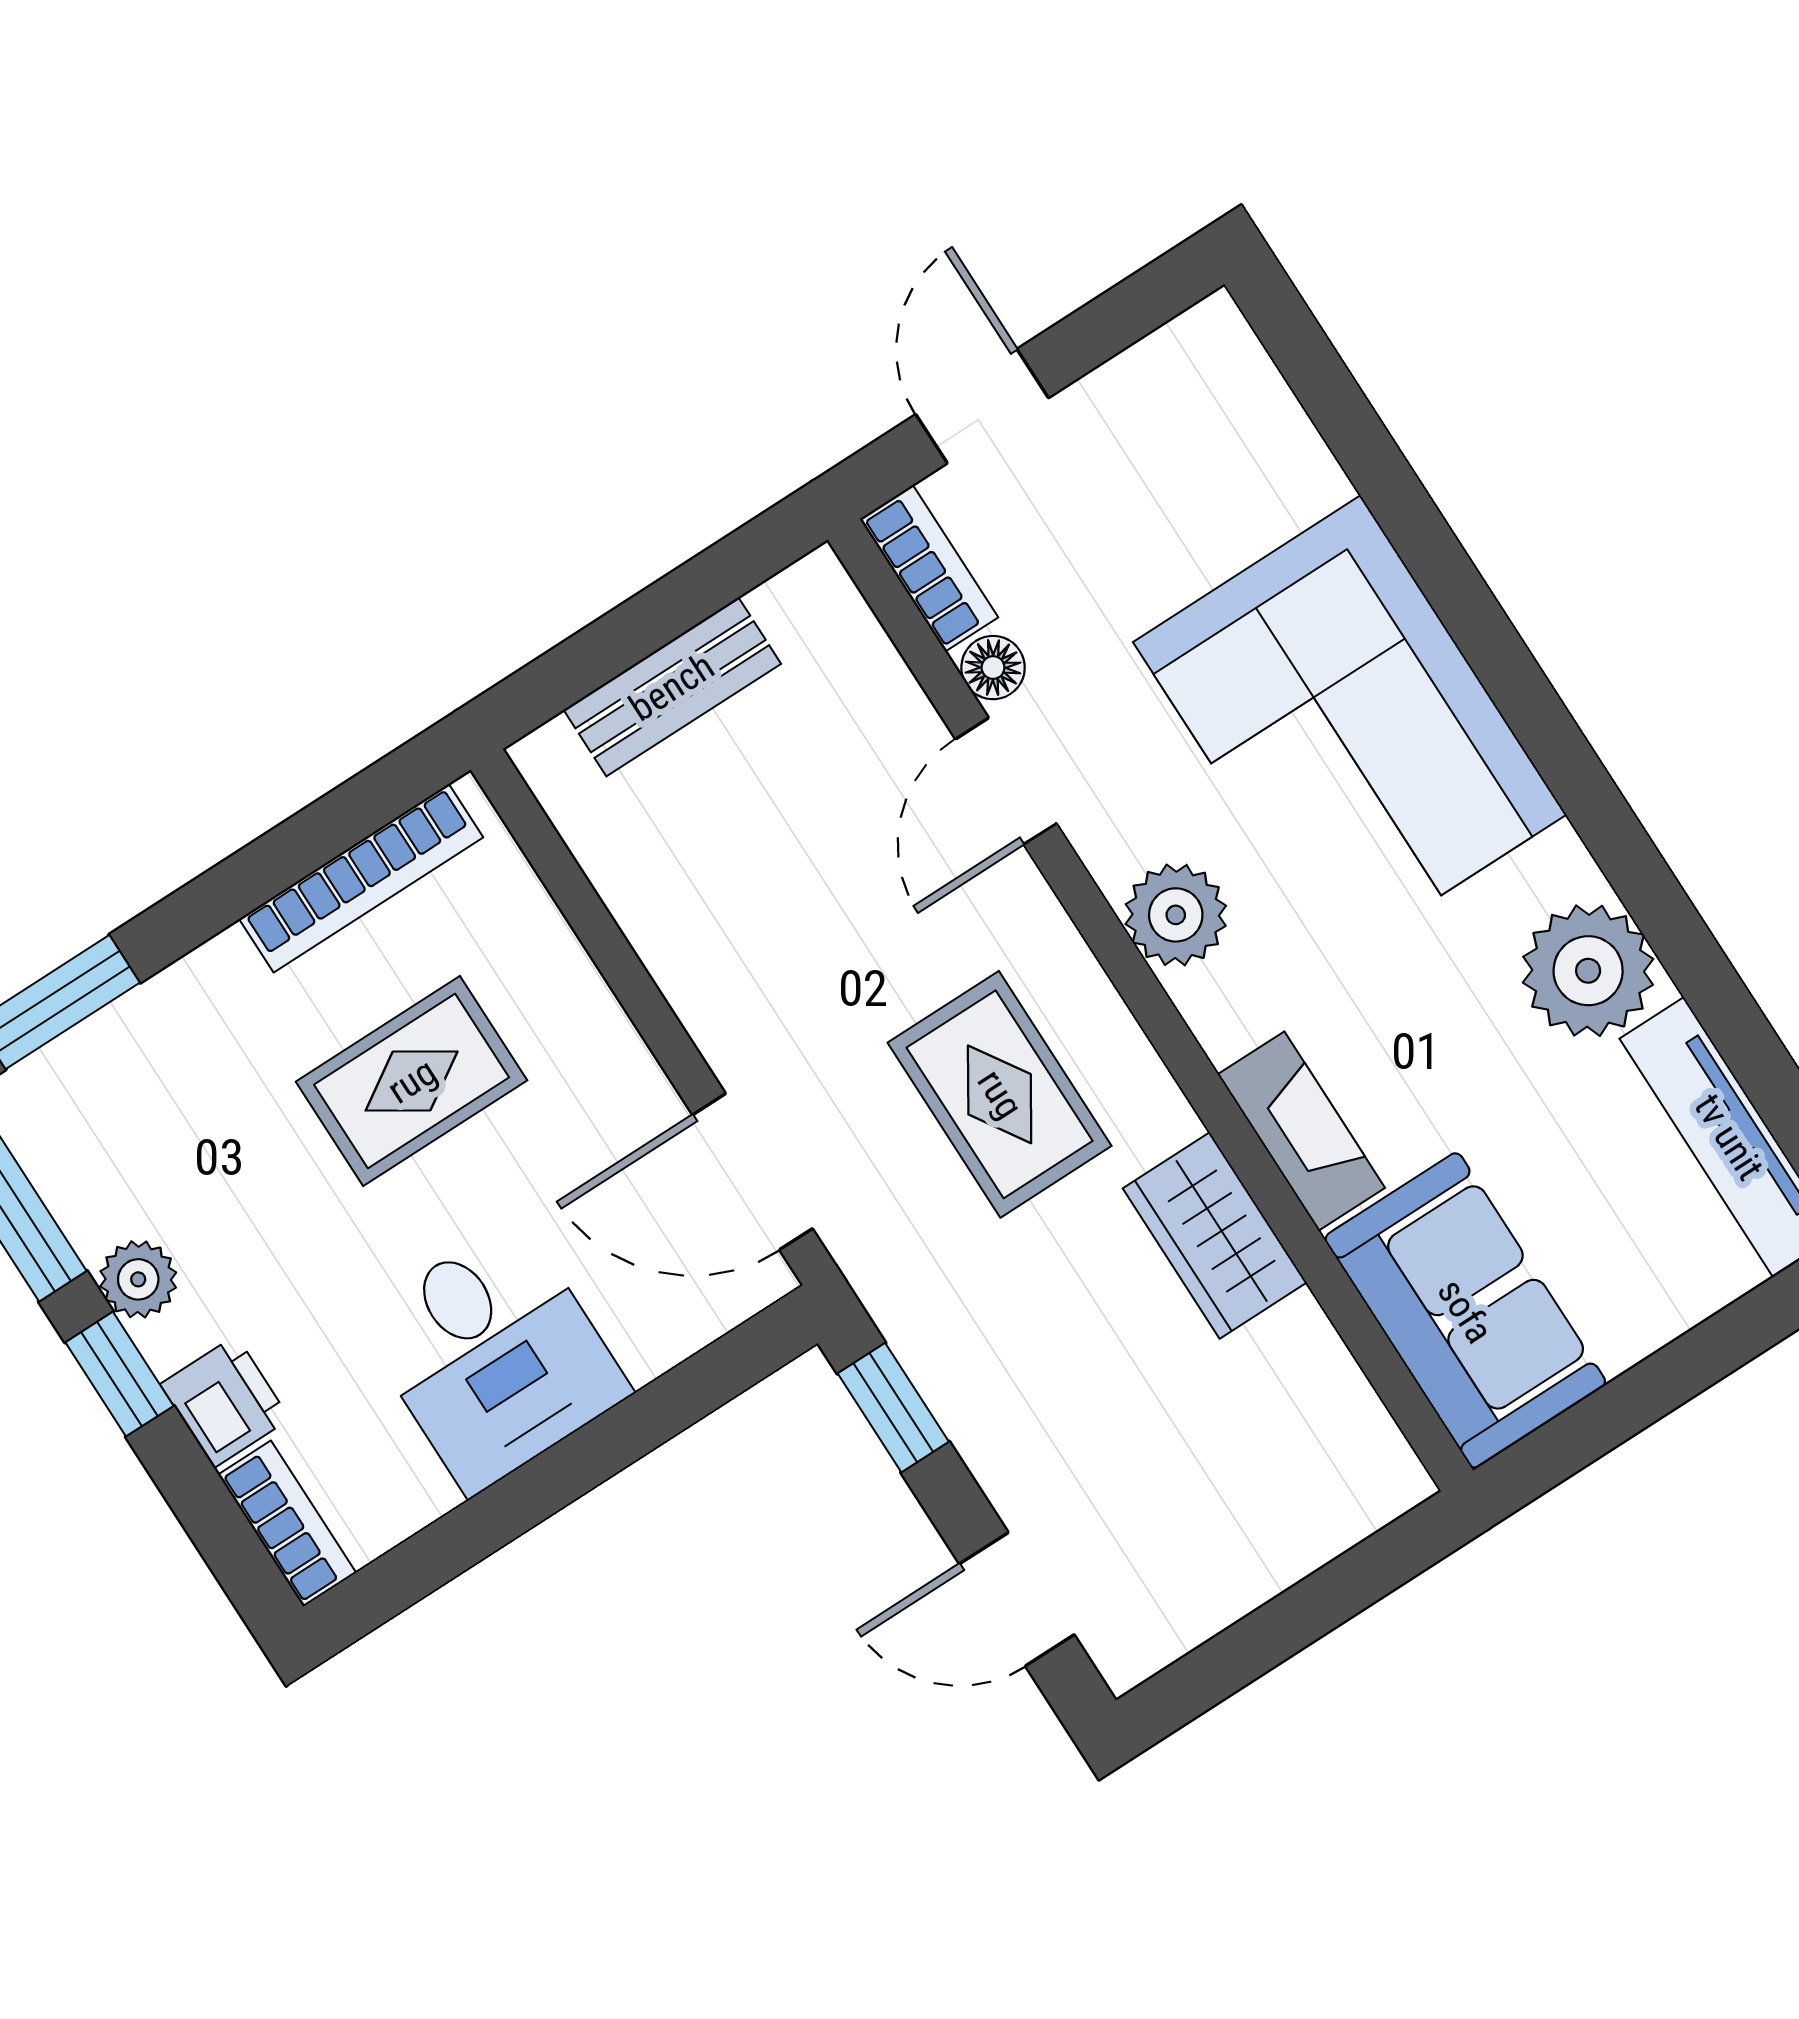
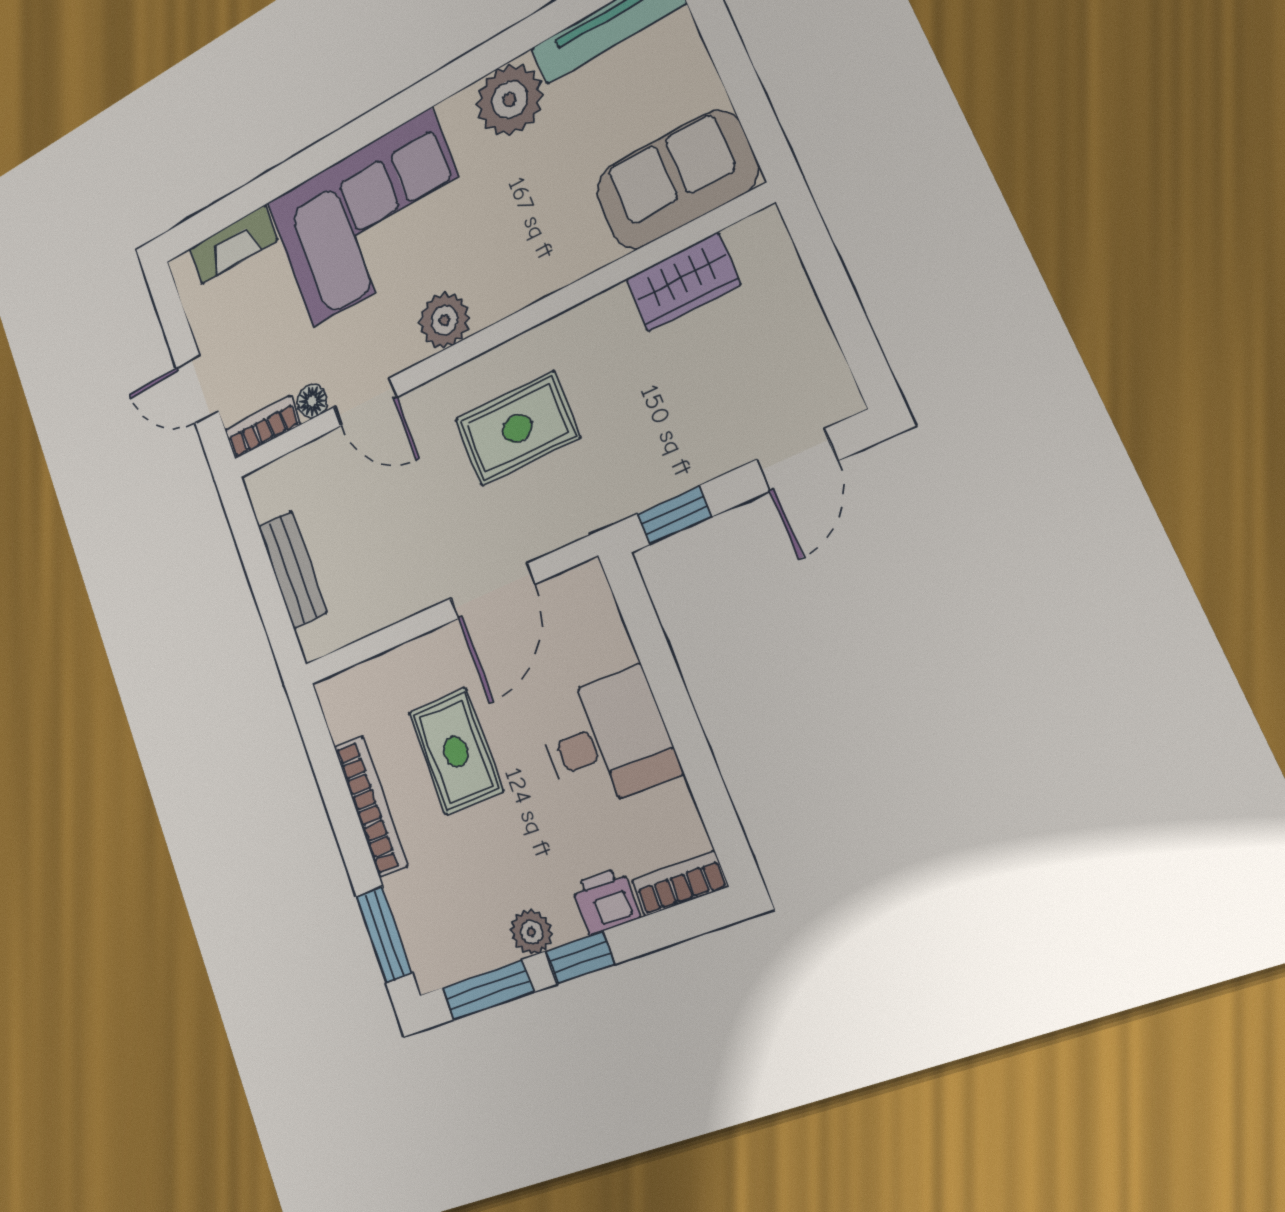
bookcase: (361, 878) -> (371, 806), moved
fireplace: (1301, 1131) -> (233, 245), moved, turned 180
door: (752, 1172) -> (493, 591), moved
wardrobe: (1215, 1235) -> (683, 282), moved

